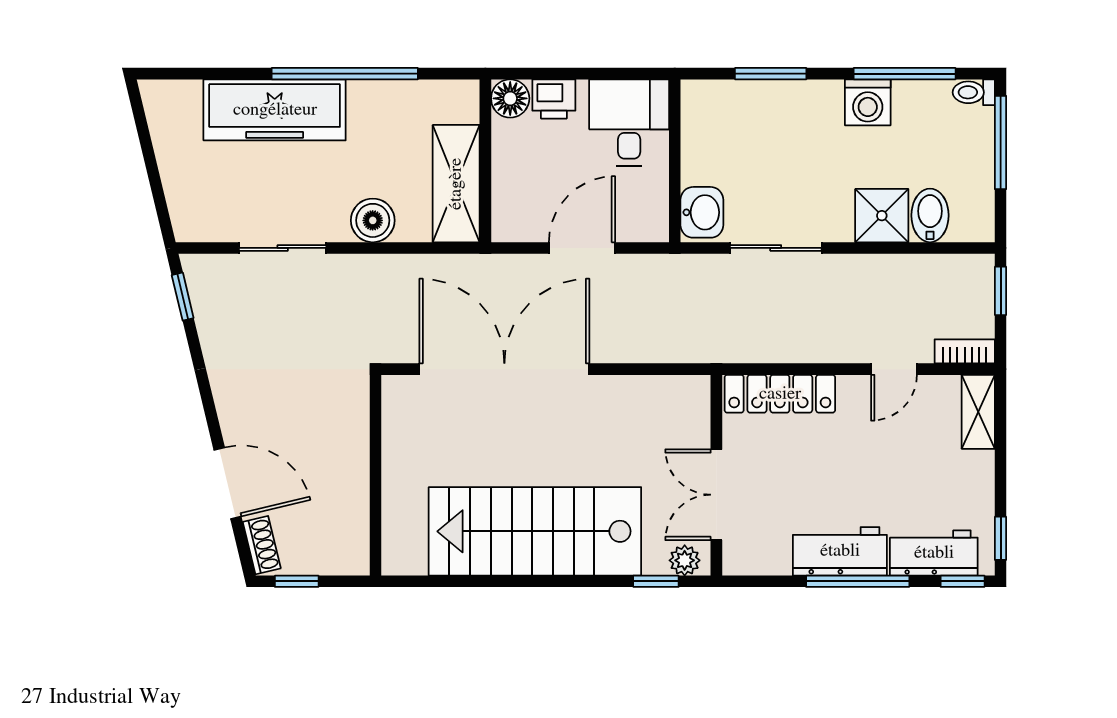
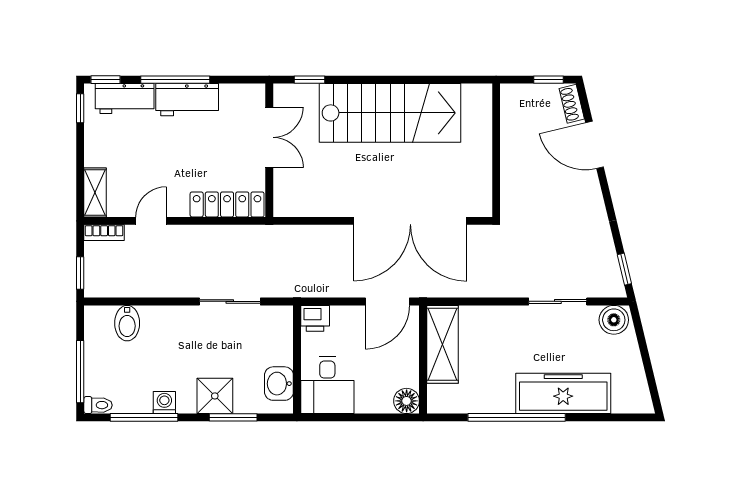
printer: (554, 99) -> (315, 318), moved, turned 180
washing machine: (868, 102) -> (164, 403), width x0.73, depth x0.73
washbasin: (702, 212) -> (279, 384), moved
shower: (882, 216) -> (215, 396), moved
boiler: (373, 220) -> (614, 320), moved
door: (582, 248) -> (387, 301), moved
plant: (685, 560) -> (290, 94), removed

